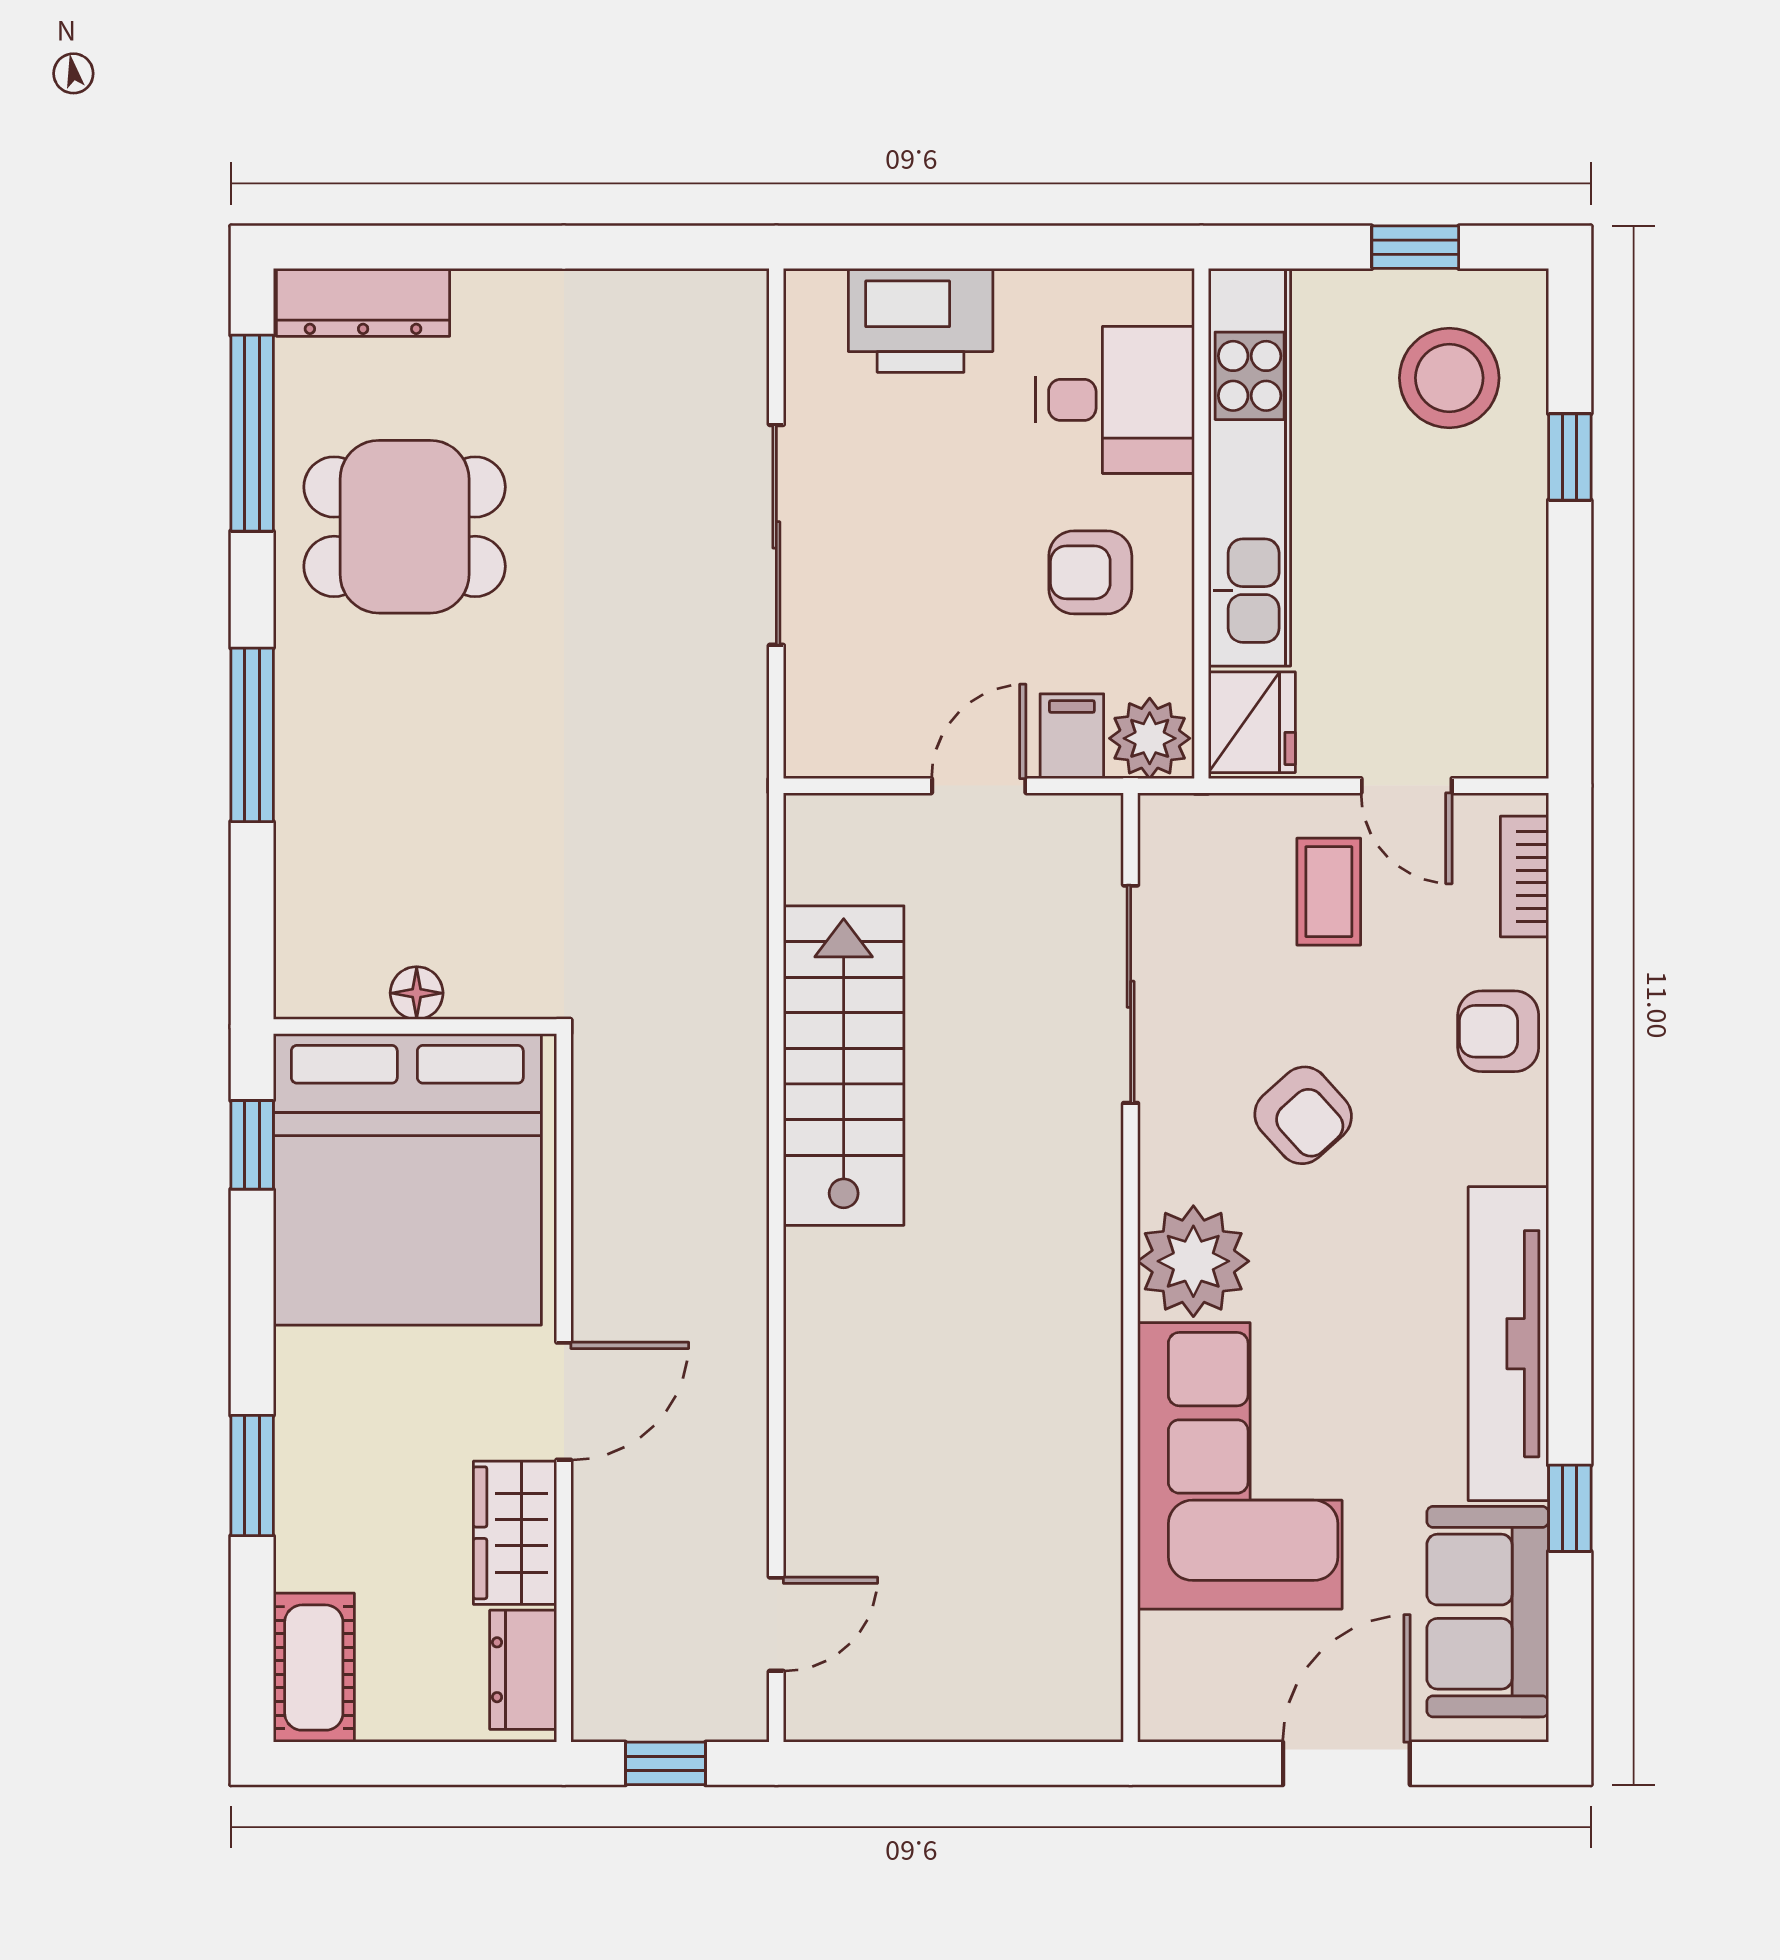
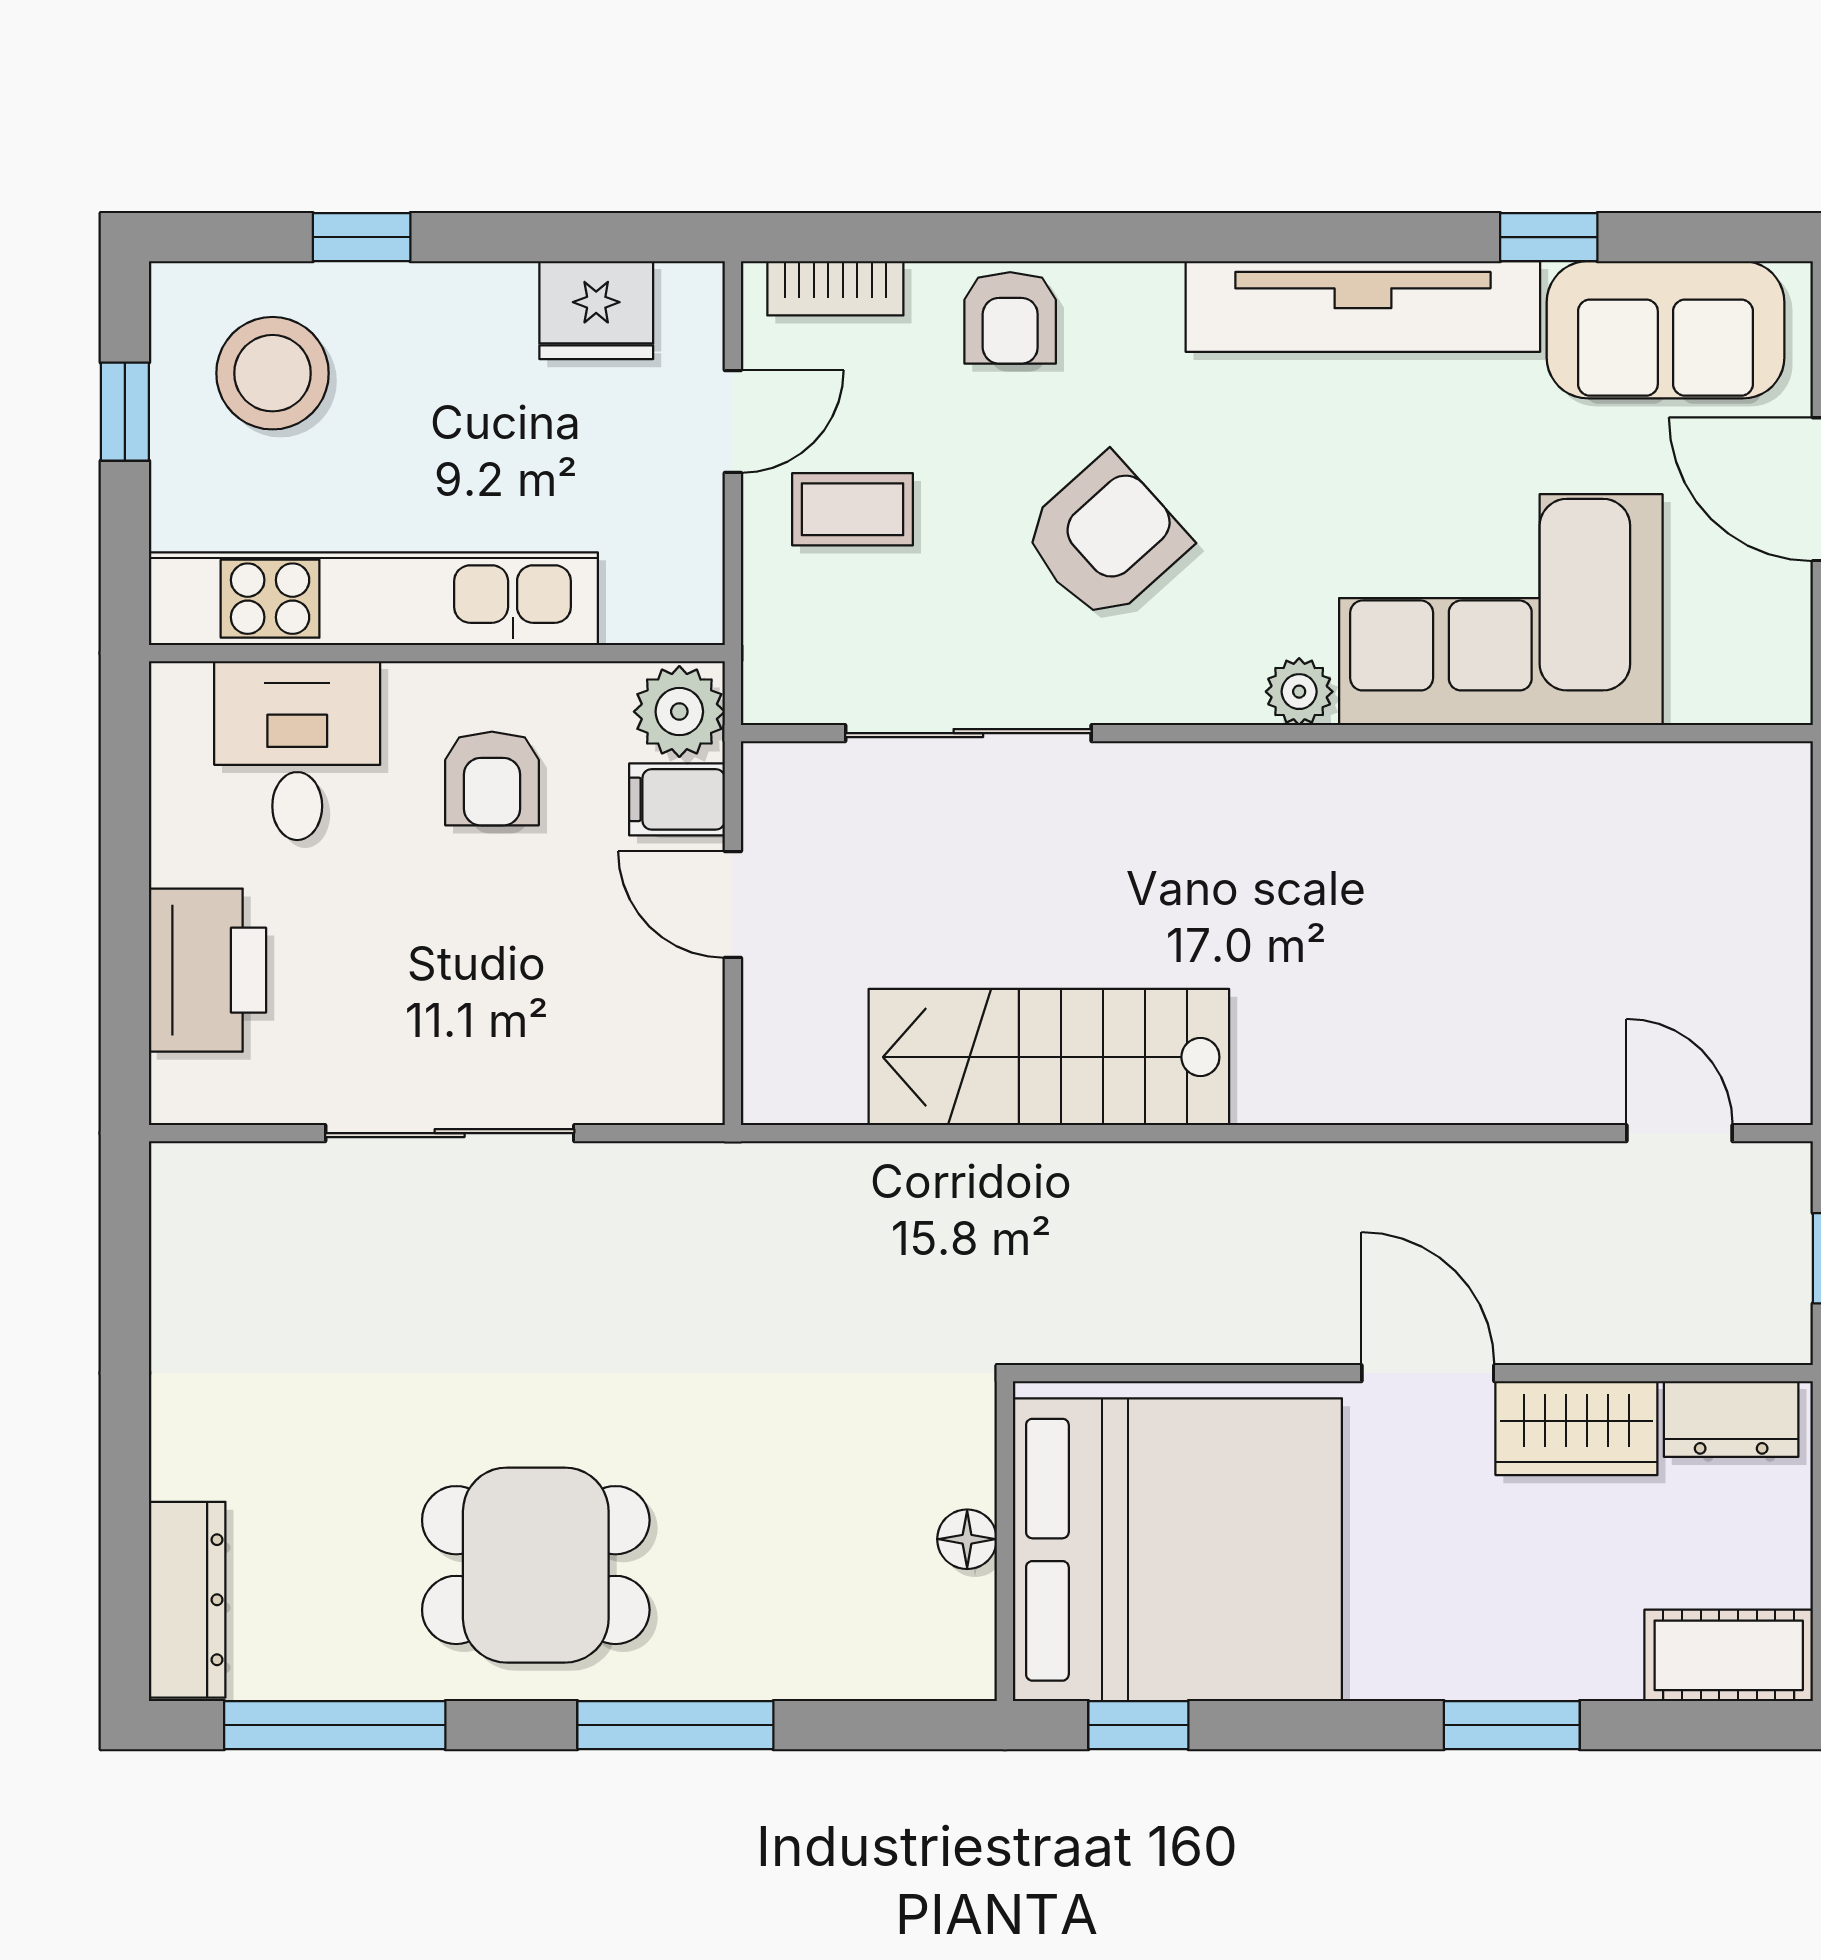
dining table: (405, 527) -> (536, 1565), moved, turned 90
fridge: (1252, 722) -> (596, 310), moved, turned 180
armchair: (1303, 1115) -> (1105, 538), width x1.38, depth x1.38
plant: (1193, 1261) -> (1299, 692), width x0.53, depth x0.53

